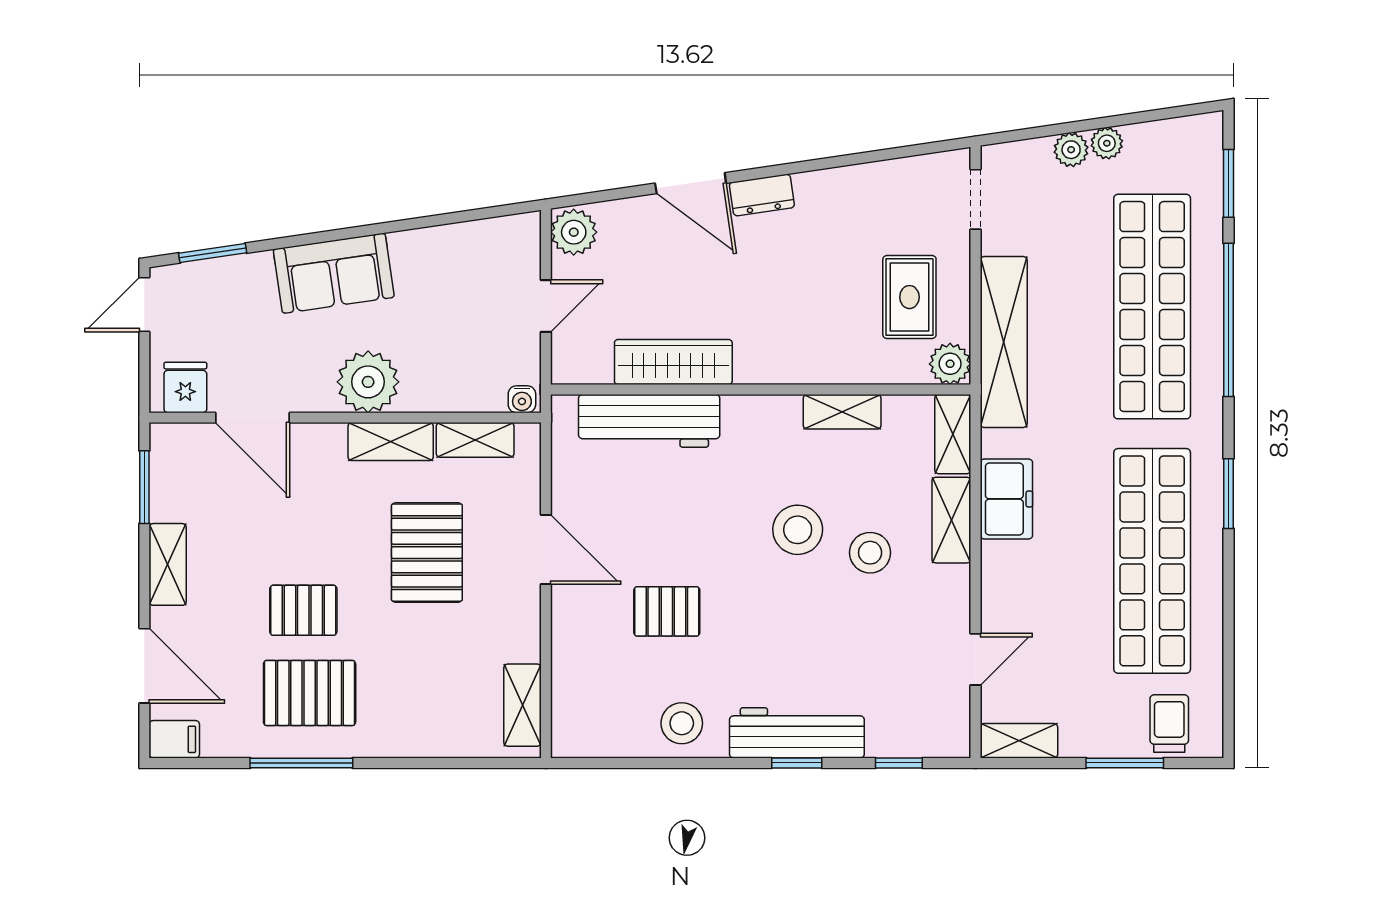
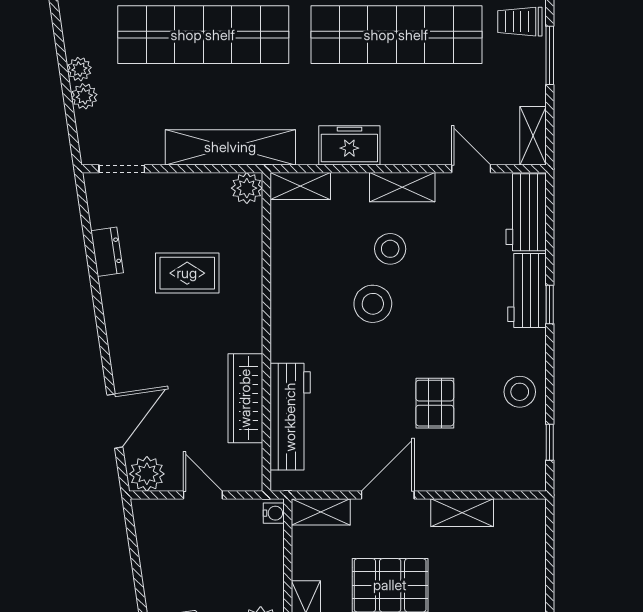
door: (691, 183) -> (115, 421), moved
dresser: (762, 195) -> (107, 252), moved
rug: (909, 297) -> (187, 273), moved
shelving: (842, 412) -> (283, 270), removed
shelving: (475, 440) -> (321, 512), moved, turned 90
shelving: (951, 520) -> (402, 187), moved
shelving: (523, 705) -> (462, 513), moved
workbench: (918, 732) -> (526, 212), added
workbench: (797, 733) -> (527, 290), width x0.73
window: (899, 763) -> (550, 442), moved

